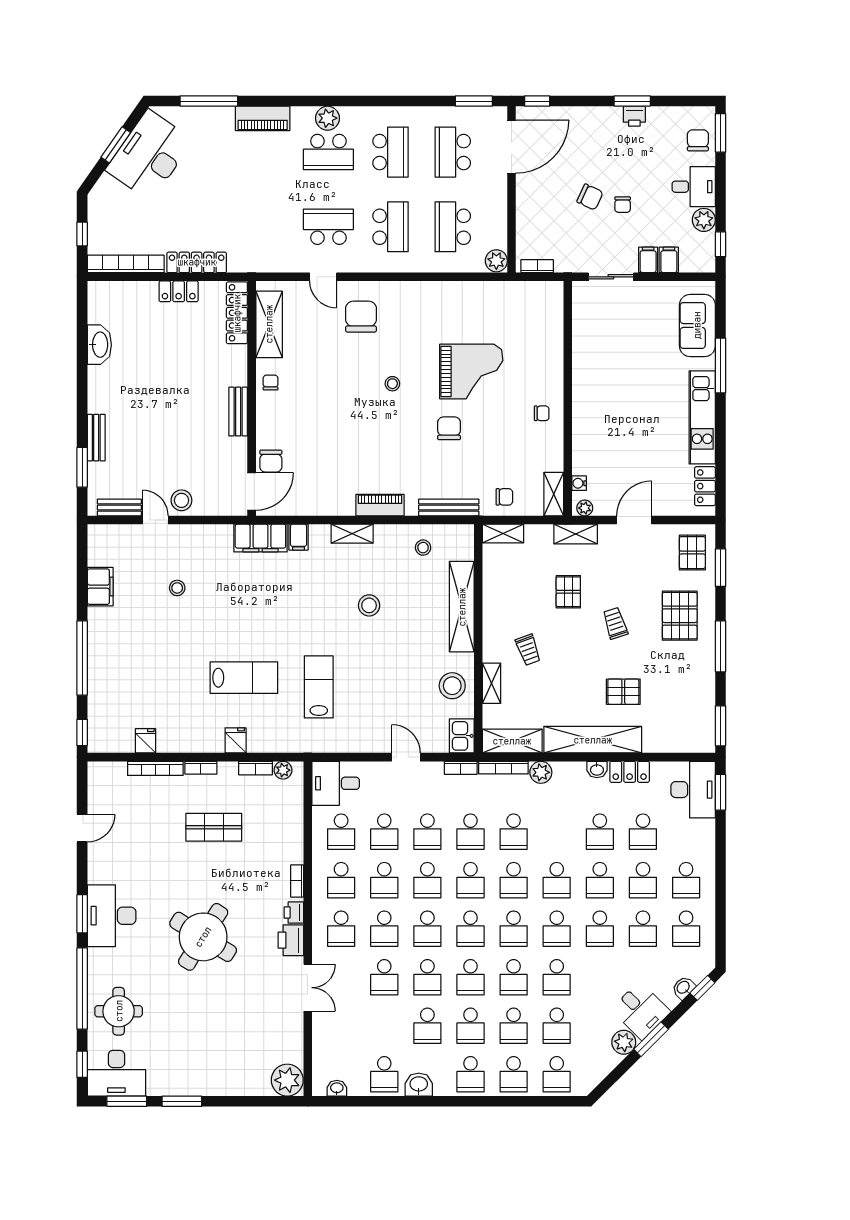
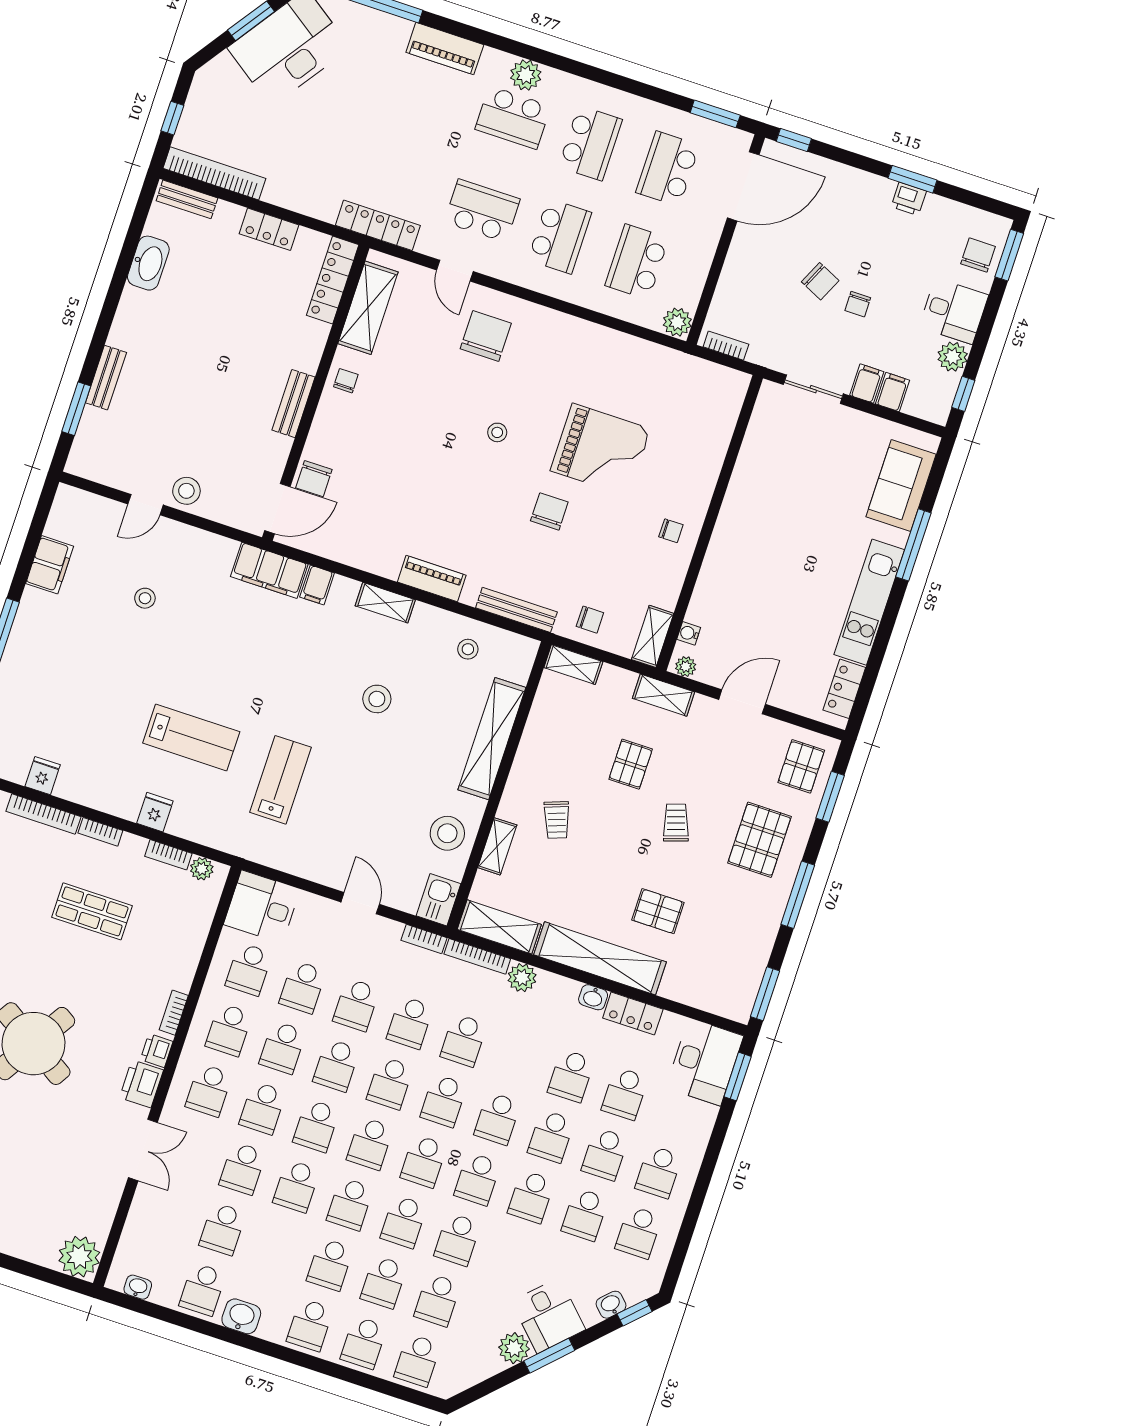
locker: (197, 262) -> (378, 225), moved
bench: (119, 508) -> (187, 199), moved
door: (155, 520) -> (146, 505), swing flipped
school desk: (427, 1026) -> (223, 1229), moved

